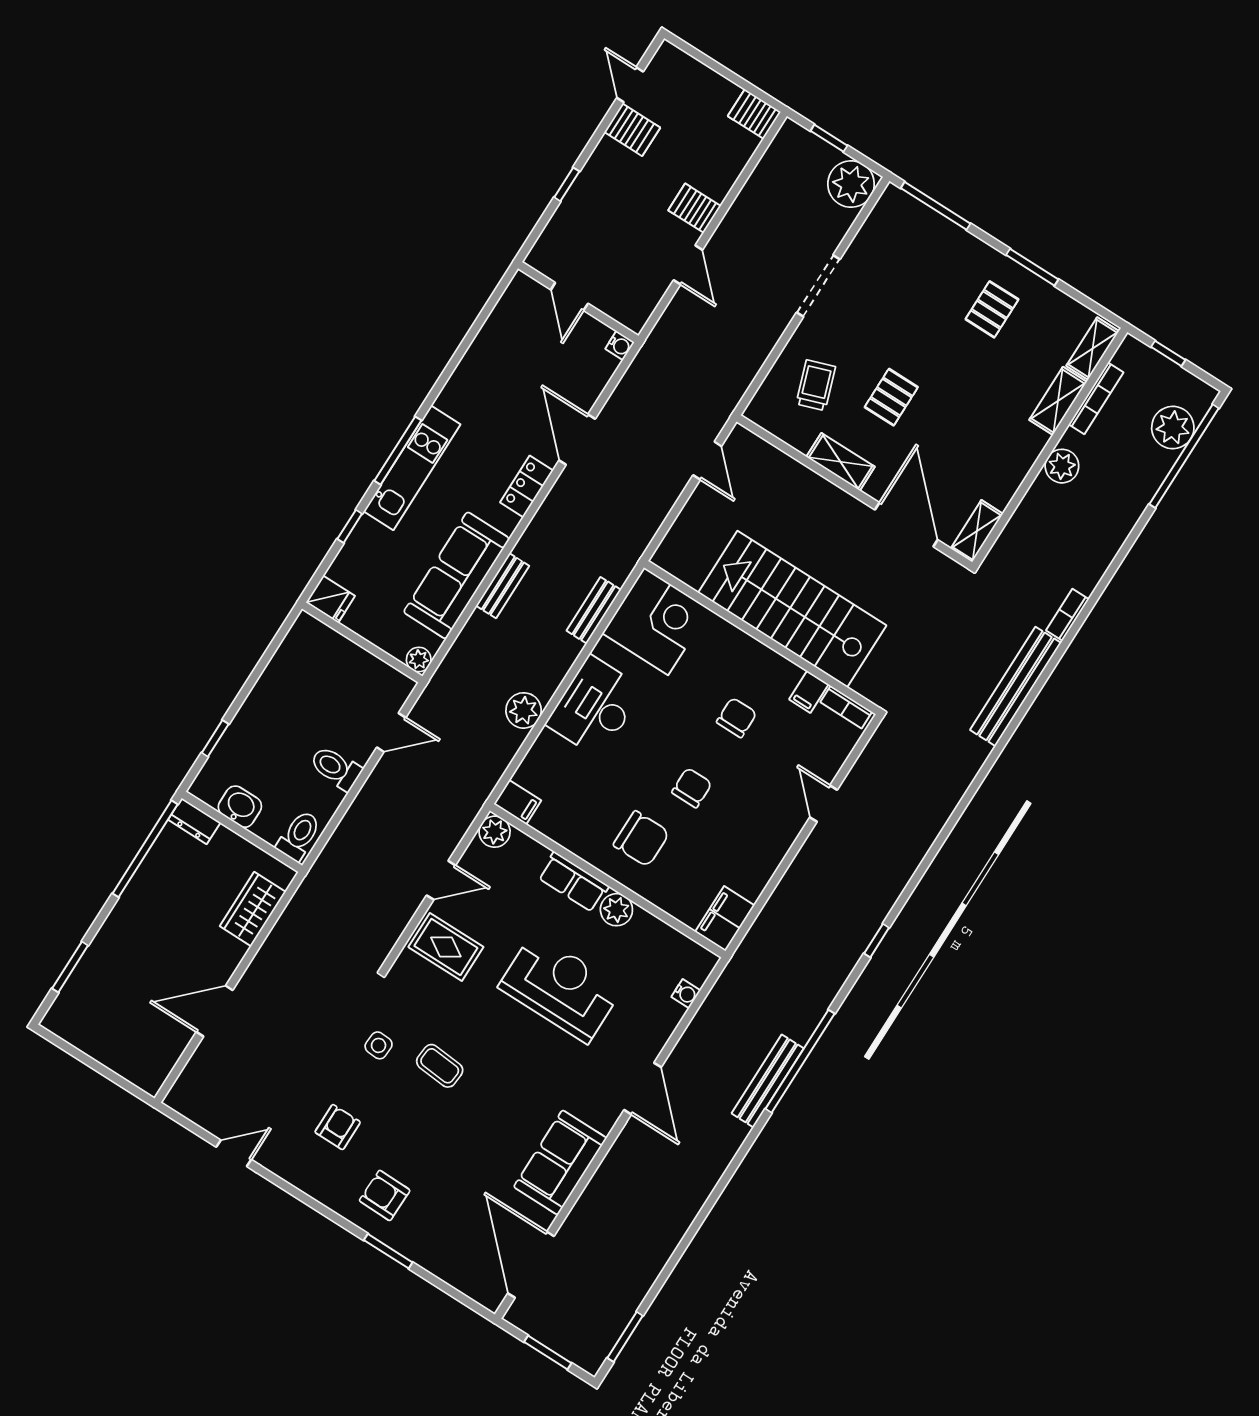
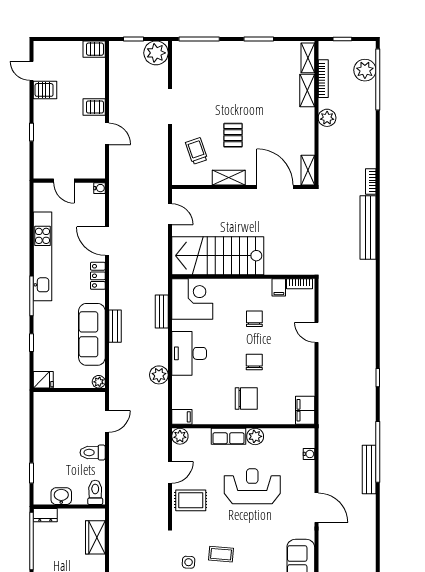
pallet: (992, 309) -> (253, 69), removed
kitchen unit: (412, 468) -> (42, 256), moved, width x1.36
stairs: (792, 609) -> (218, 256), moved

